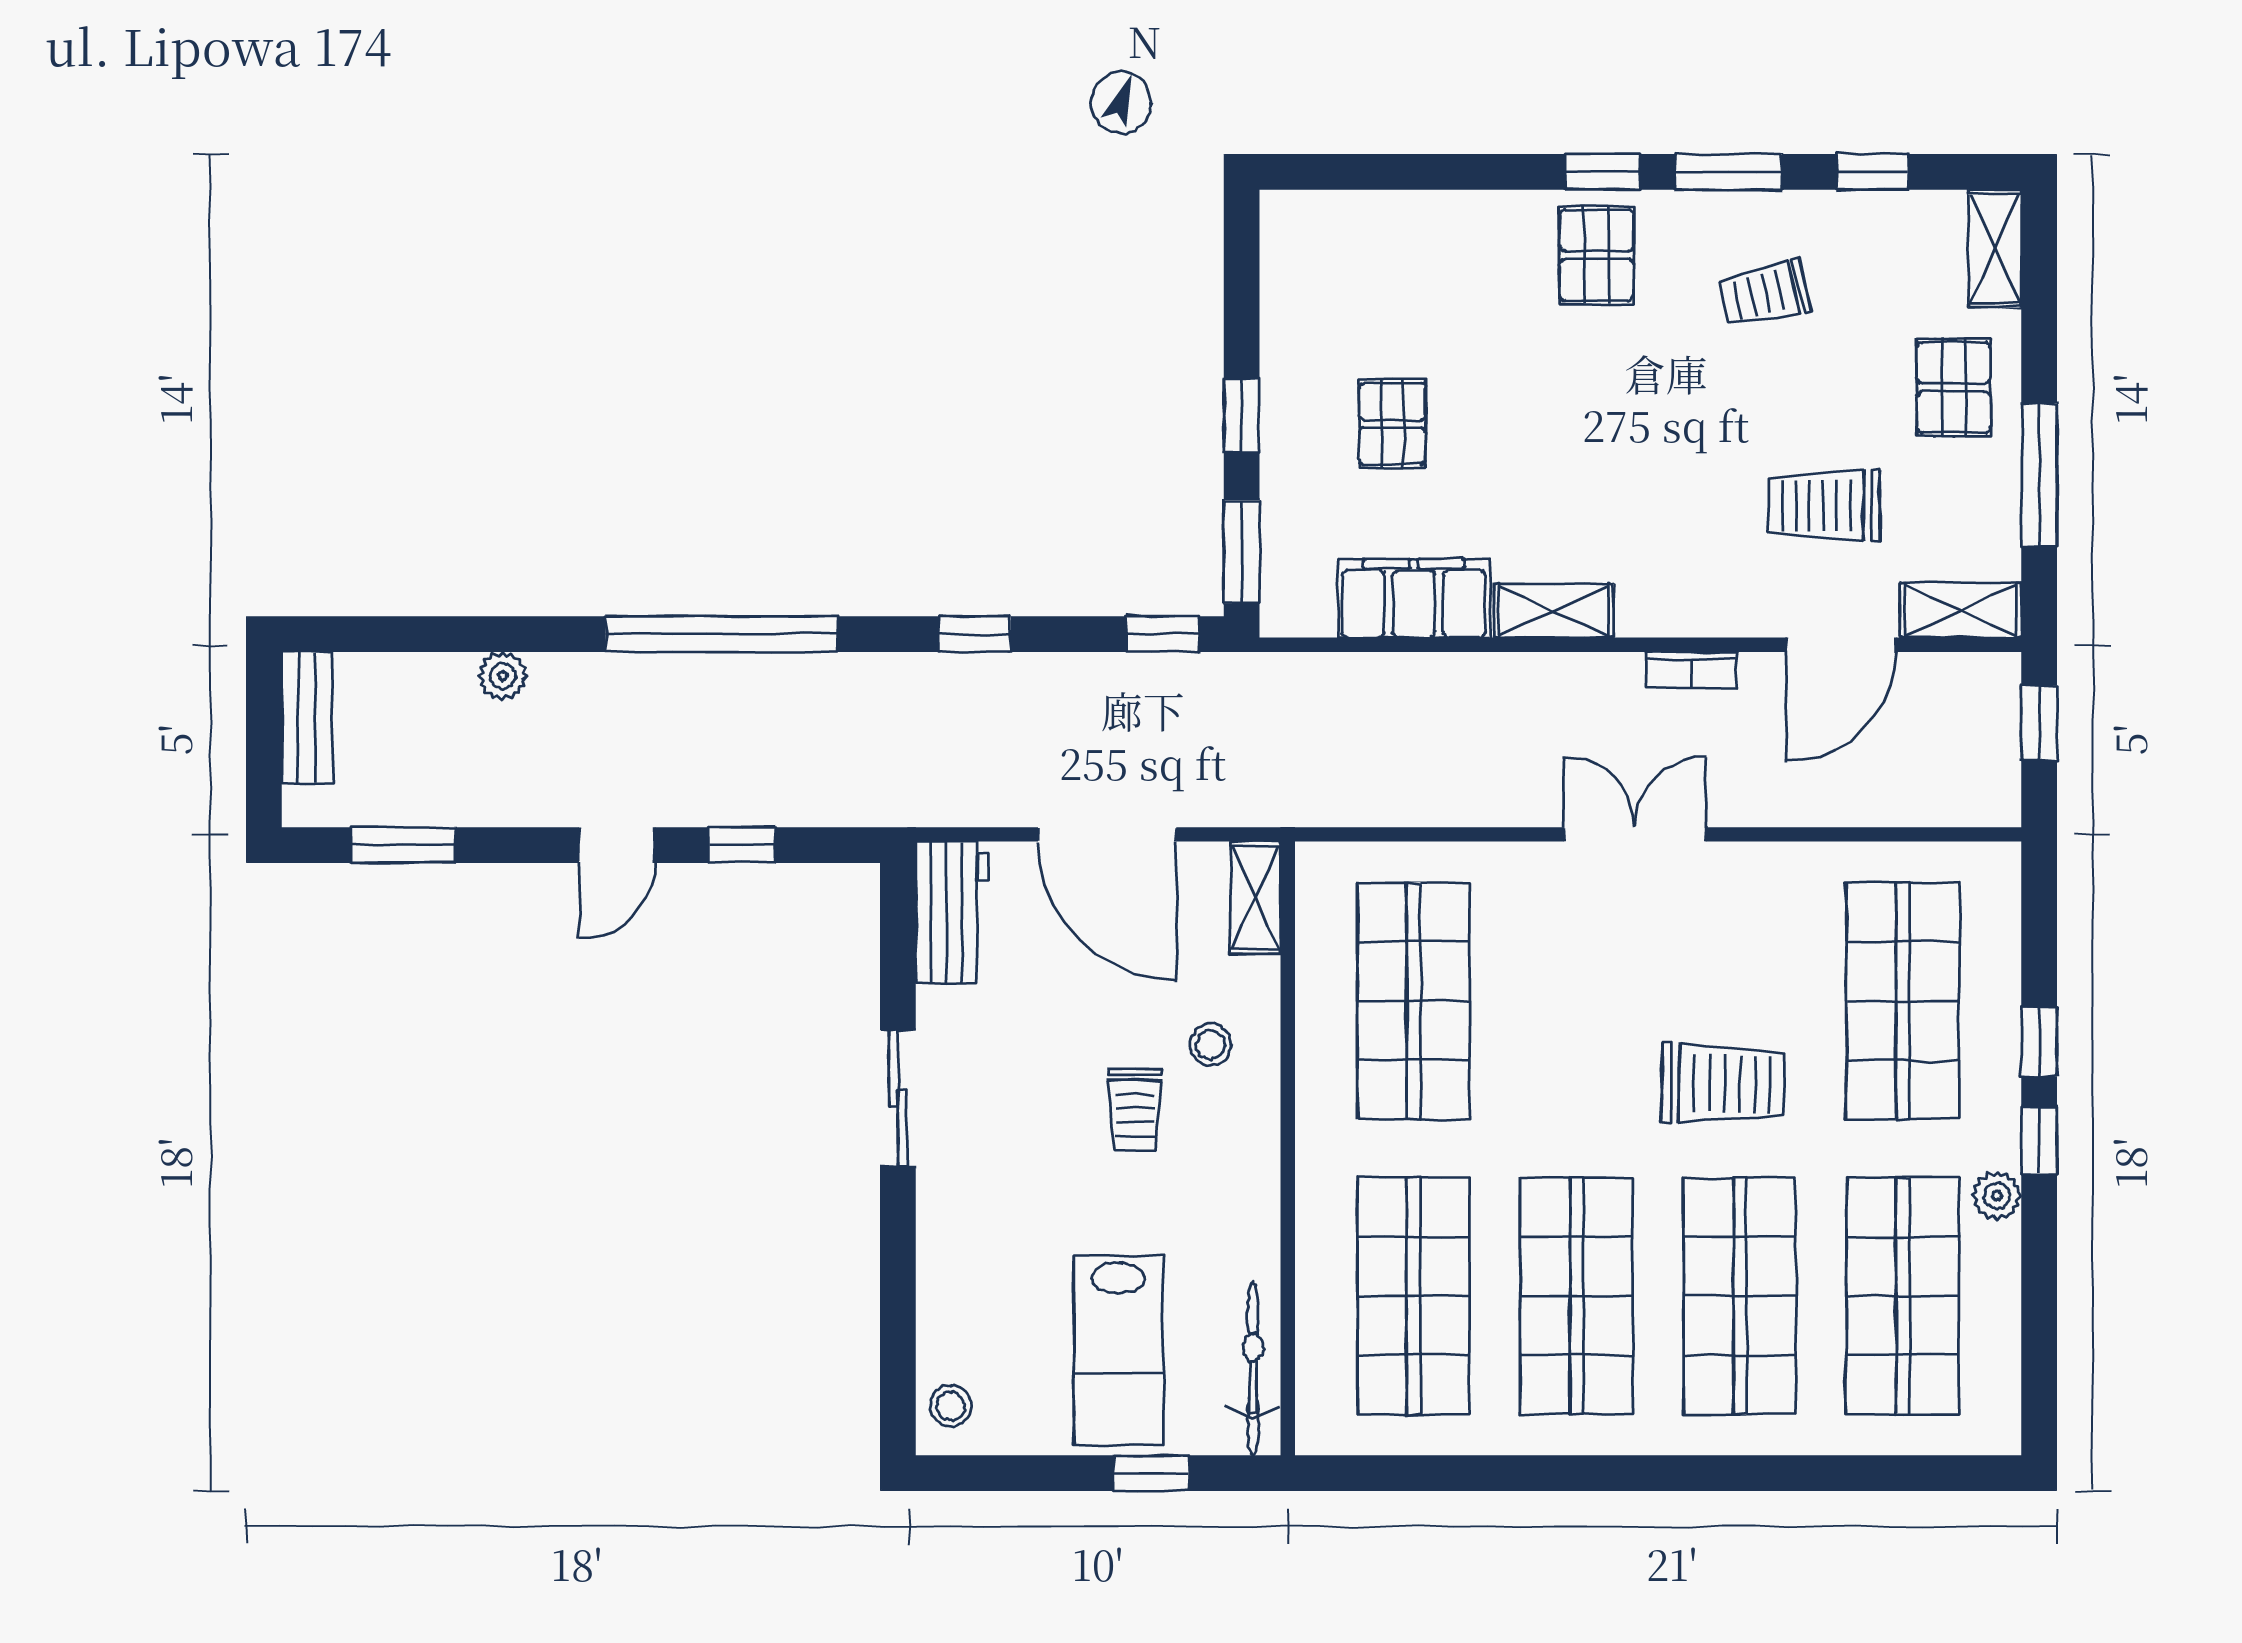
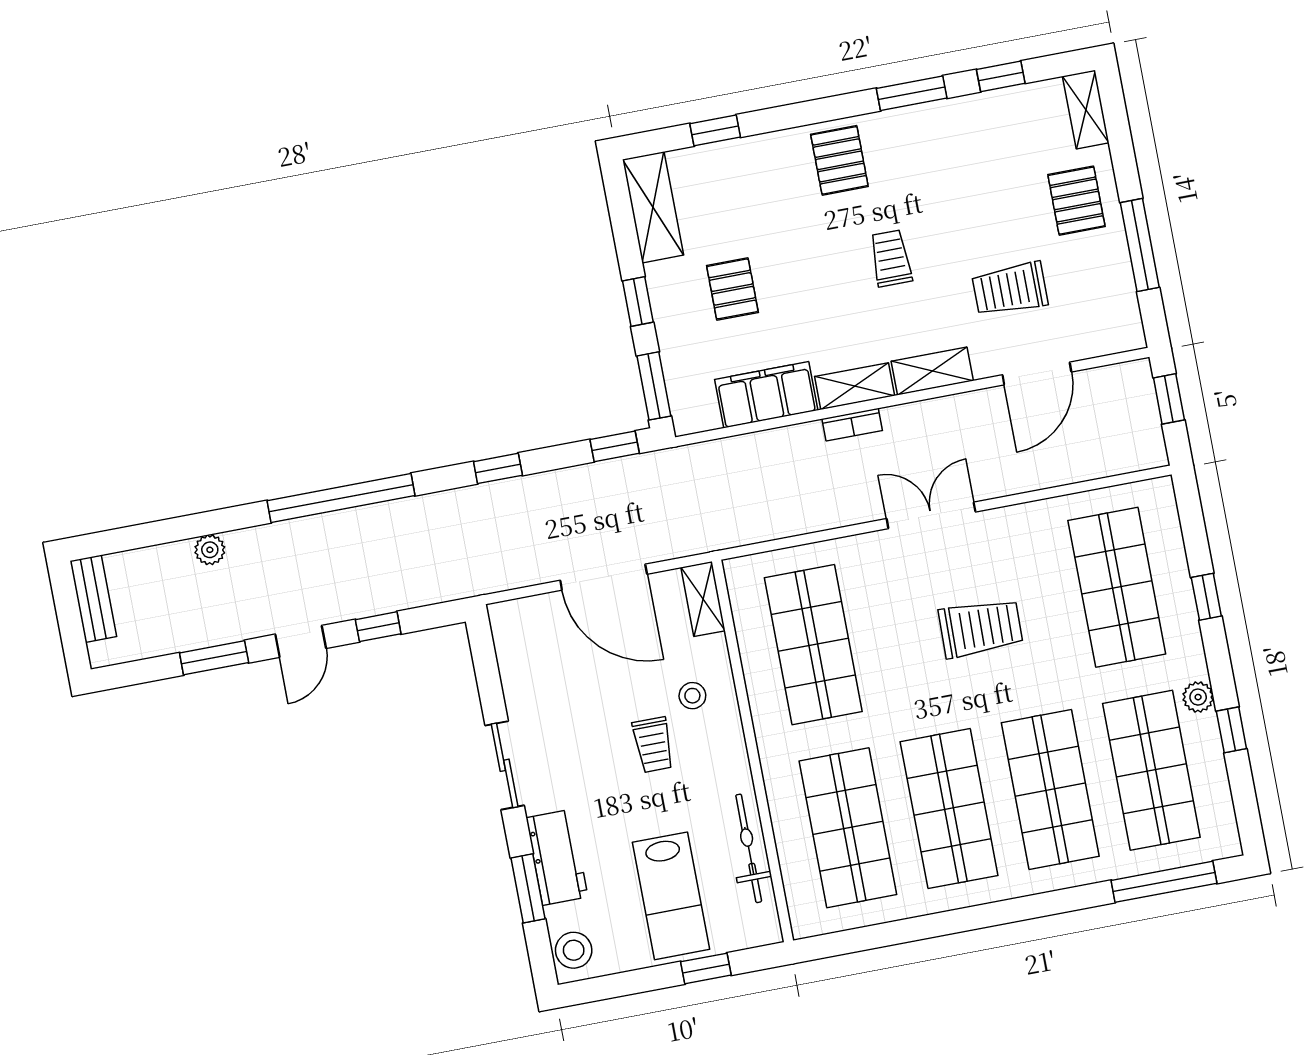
window: (1603, 172) -> (715, 130), moved
shelving: (1293, 273) -> (653, 207), added
trolley: (1765, 294) -> (891, 258), moved, turned 103
shelving: (1960, 610) -> (932, 371), moved
bookcase: (1691, 670) -> (852, 425), moved
window: (403, 845) -> (214, 658), moved
workbench: (952, 912) -> (557, 857), moved
trolley: (1723, 1084) -> (981, 628), moved
window: (2039, 1140) -> (1231, 730), moved
window: (898, 1296) -> (528, 888), added
bicycle: (1253, 1368) -> (749, 848), moved
stool: (951, 1406) -> (574, 950), width x1.37, depth x1.37
window: (1889, 1473) -> (1164, 882), added

